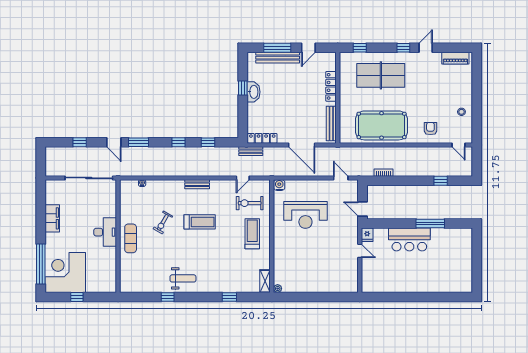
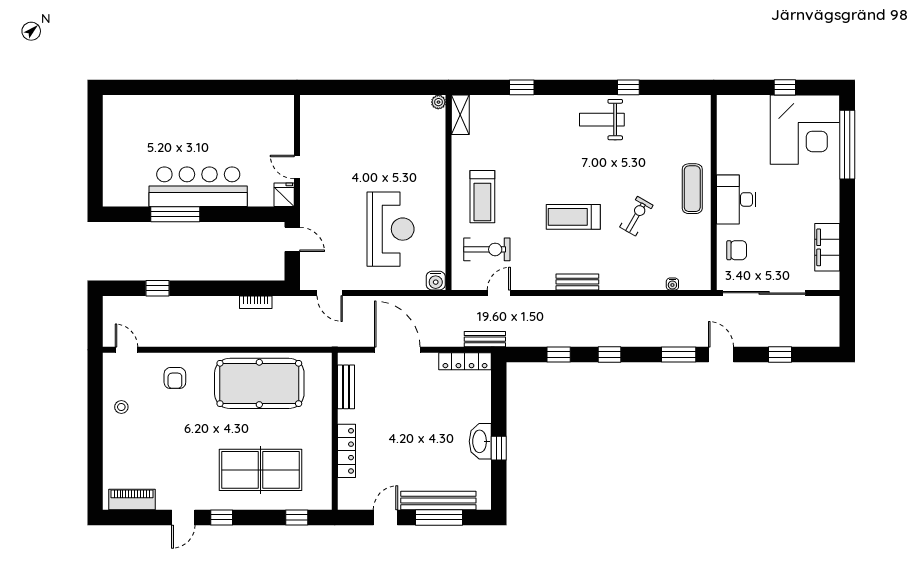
bench: (331, 123) -> (346, 387), width x0.73
chair: (105, 203) -> (737, 250), added
reception desk: (305, 215) -> (390, 229), turned 90
filing cabinet: (52, 218) -> (827, 247), moved
bar counter: (409, 239) -> (198, 187), width x1.36

